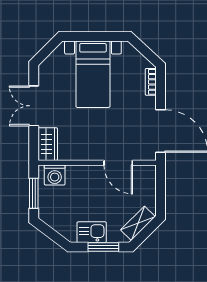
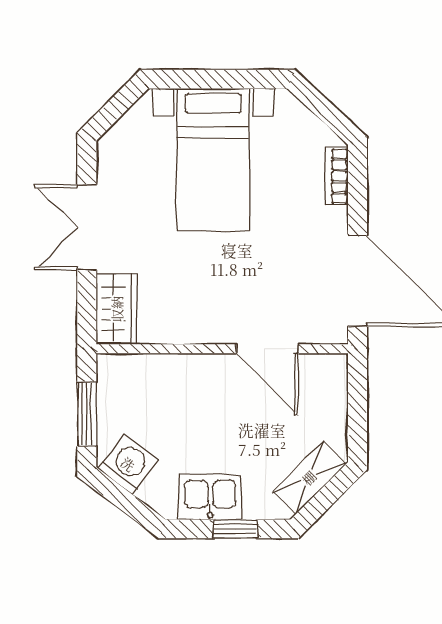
washing machine: (55, 175) -> (128, 464), moved, turned -143
window: (103, 247) -> (236, 529), width x0.67

